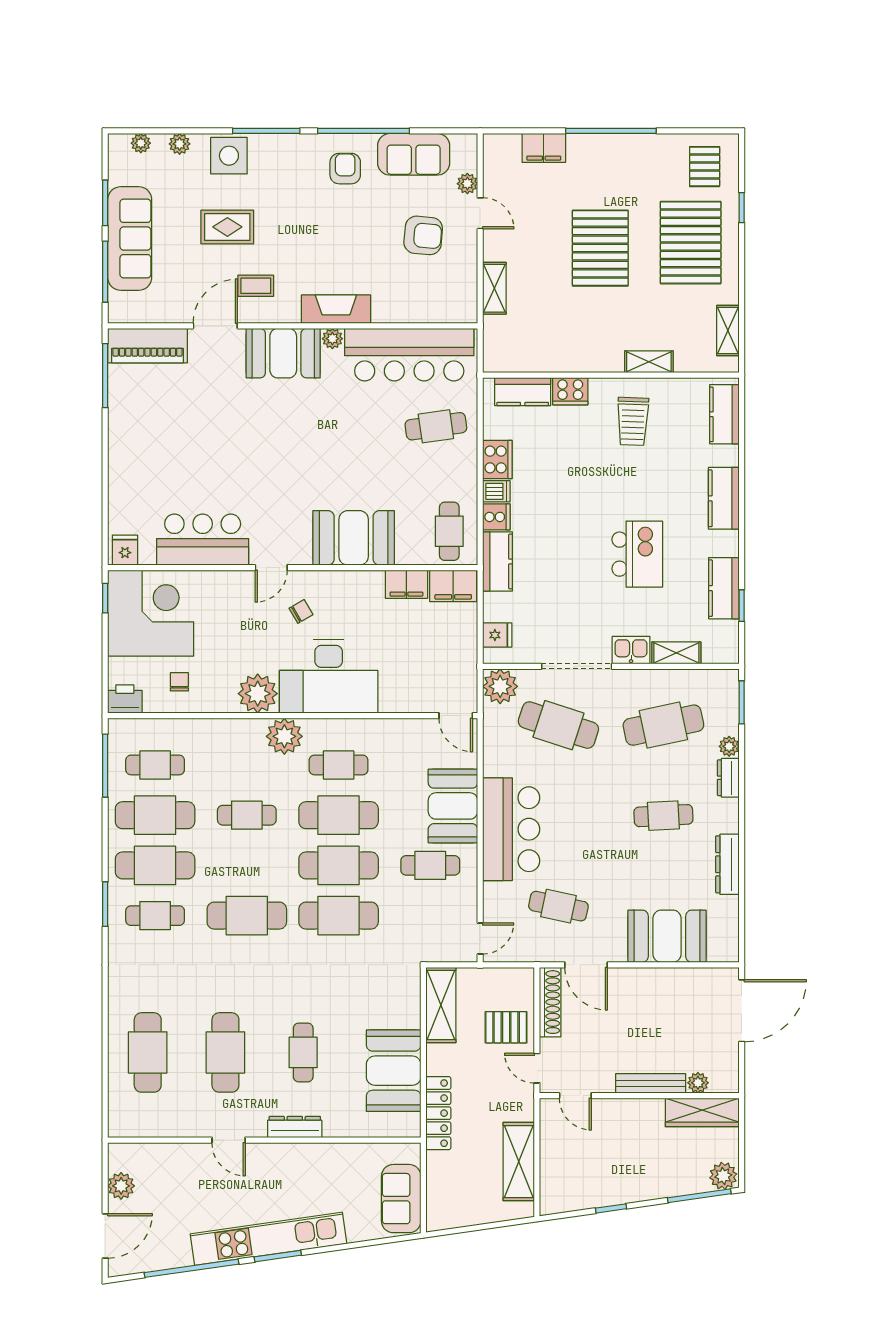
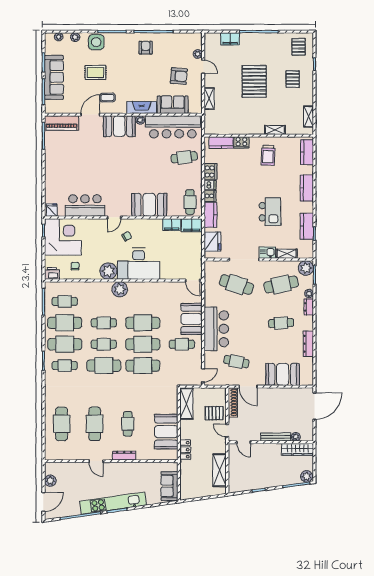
sofa: (414, 154) -> (173, 105), moved, turned 180
pallet: (691, 243) -> (293, 79), width x0.49, depth x0.50
fridge: (497, 635) -> (212, 242), width x1.88, depth x1.34
plant: (500, 686) -> (306, 268), moved
cafe table: (339, 765) -> (104, 344), moved
locker: (438, 1113) -> (185, 450), width x0.66

